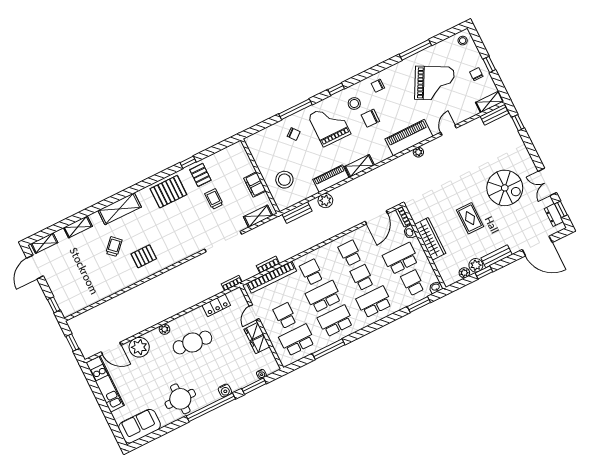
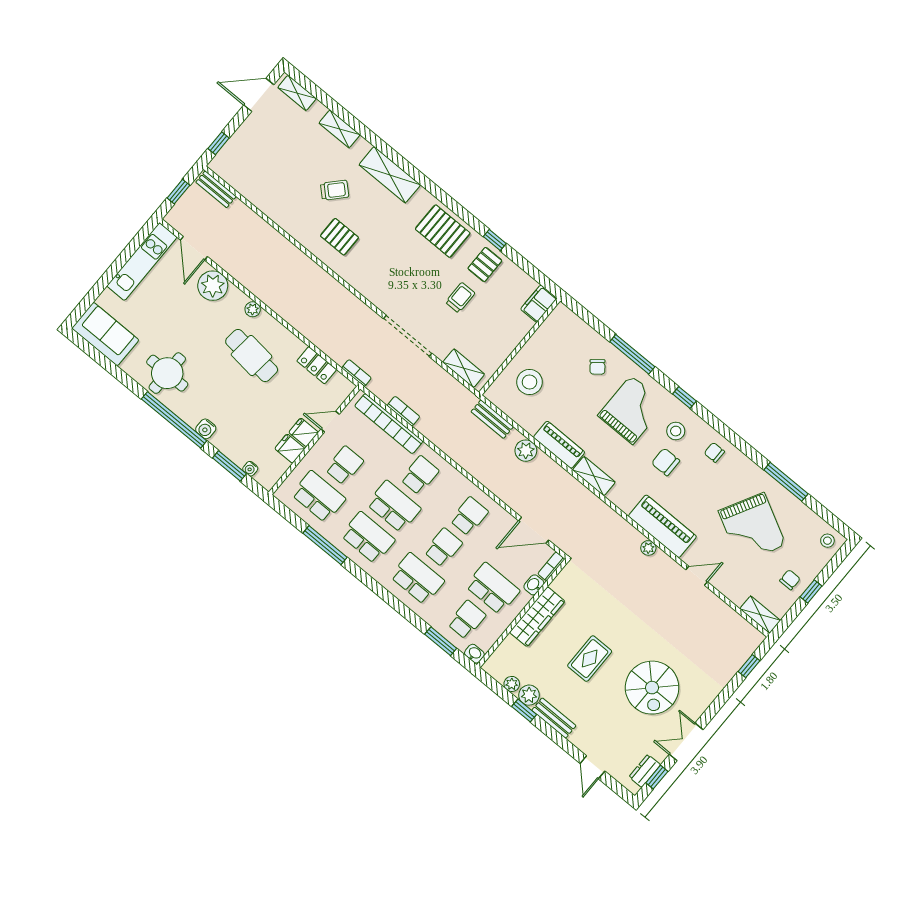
bench: (494, 115) -> (216, 189), moved
filing cabinet: (255, 185) -> (539, 304), moved
door: (537, 246) -> (592, 767), width x0.53

